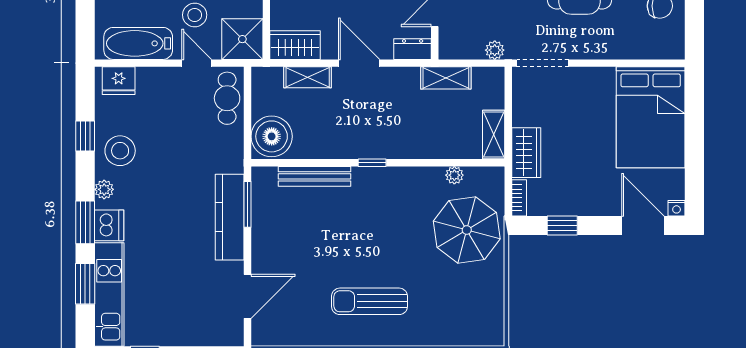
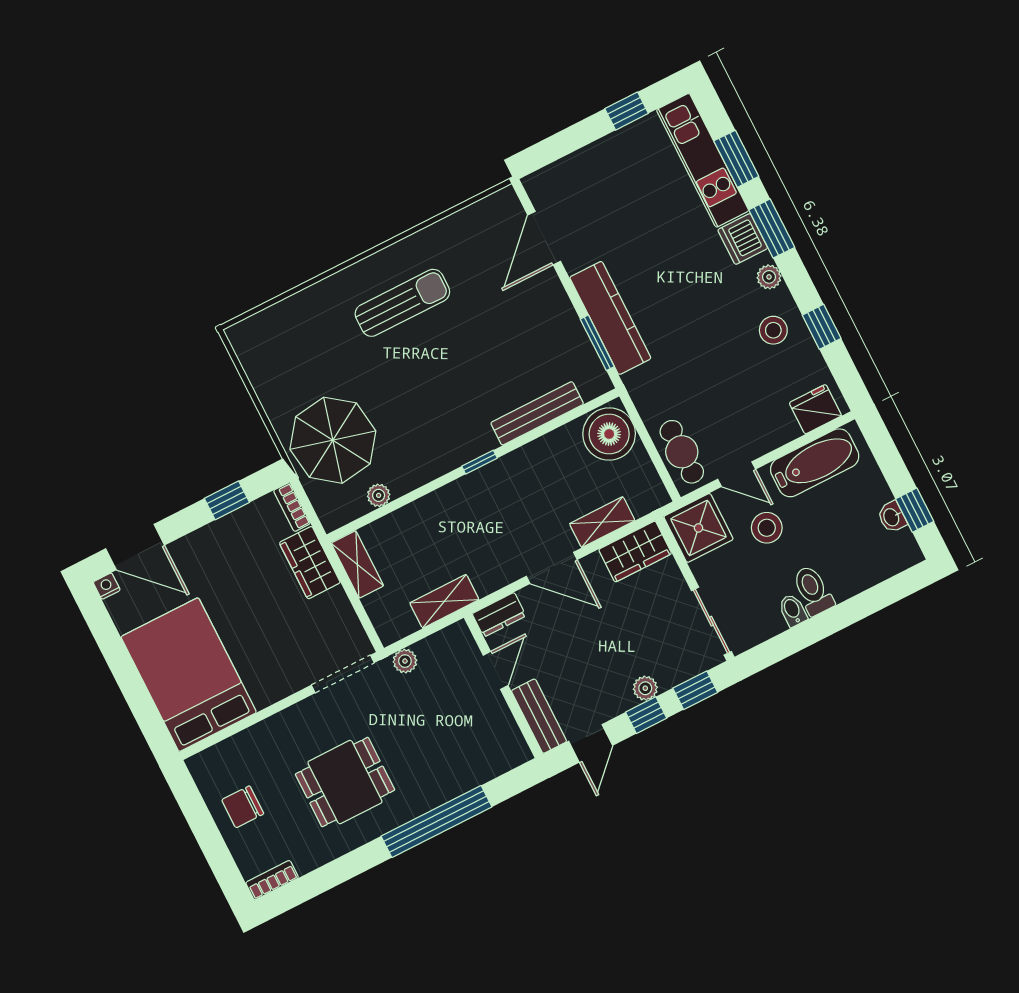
stool: (120, 151) -> (773, 330), width x0.73, depth x0.73

